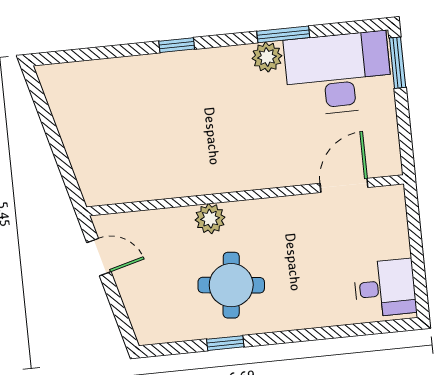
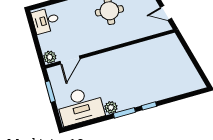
window: (283, 34) -> (124, 113), moved
window: (398, 63) -> (50, 92), moved
plant: (210, 219) -> (50, 57), moved

